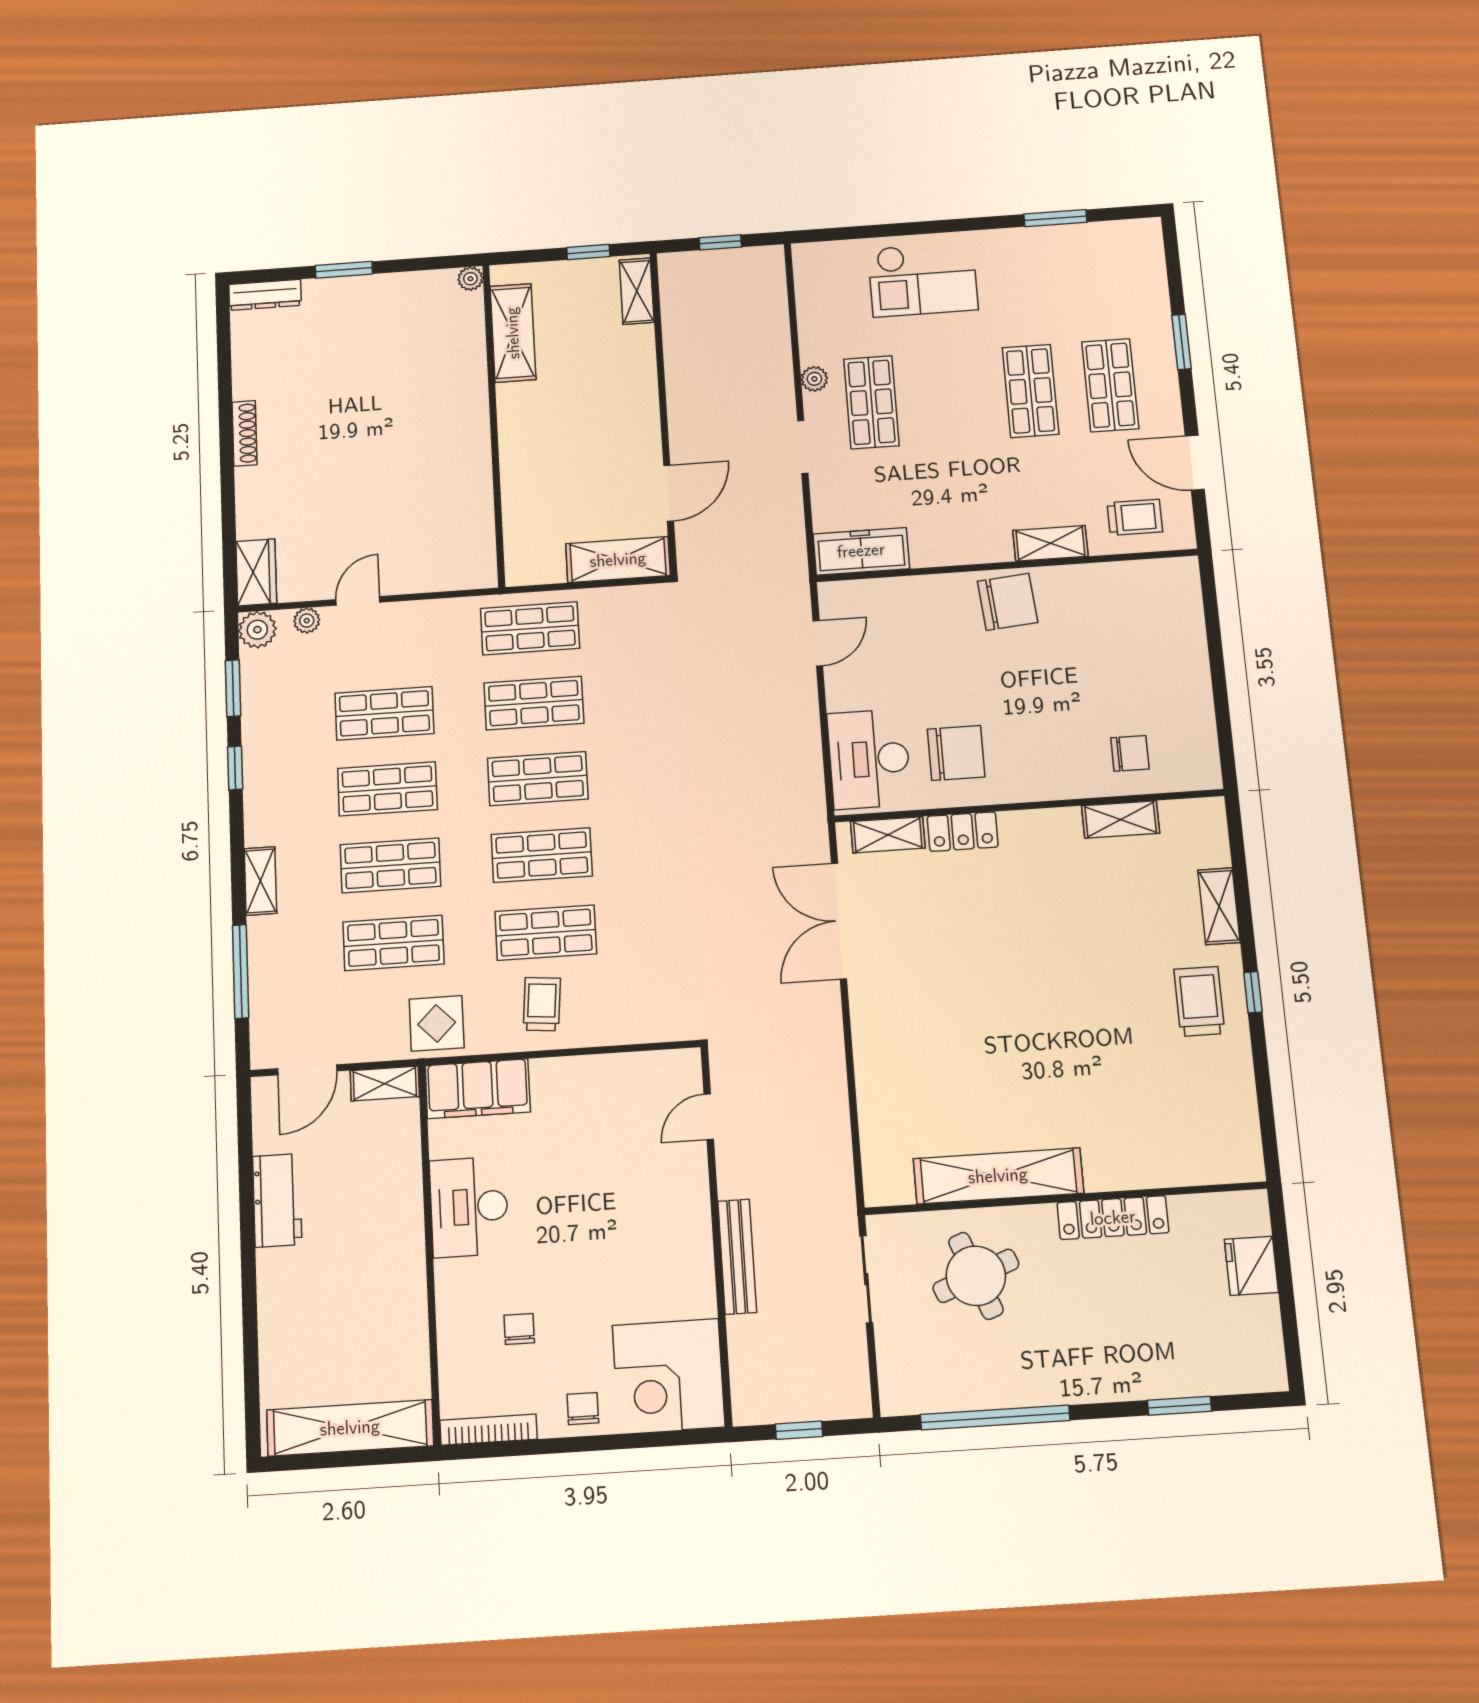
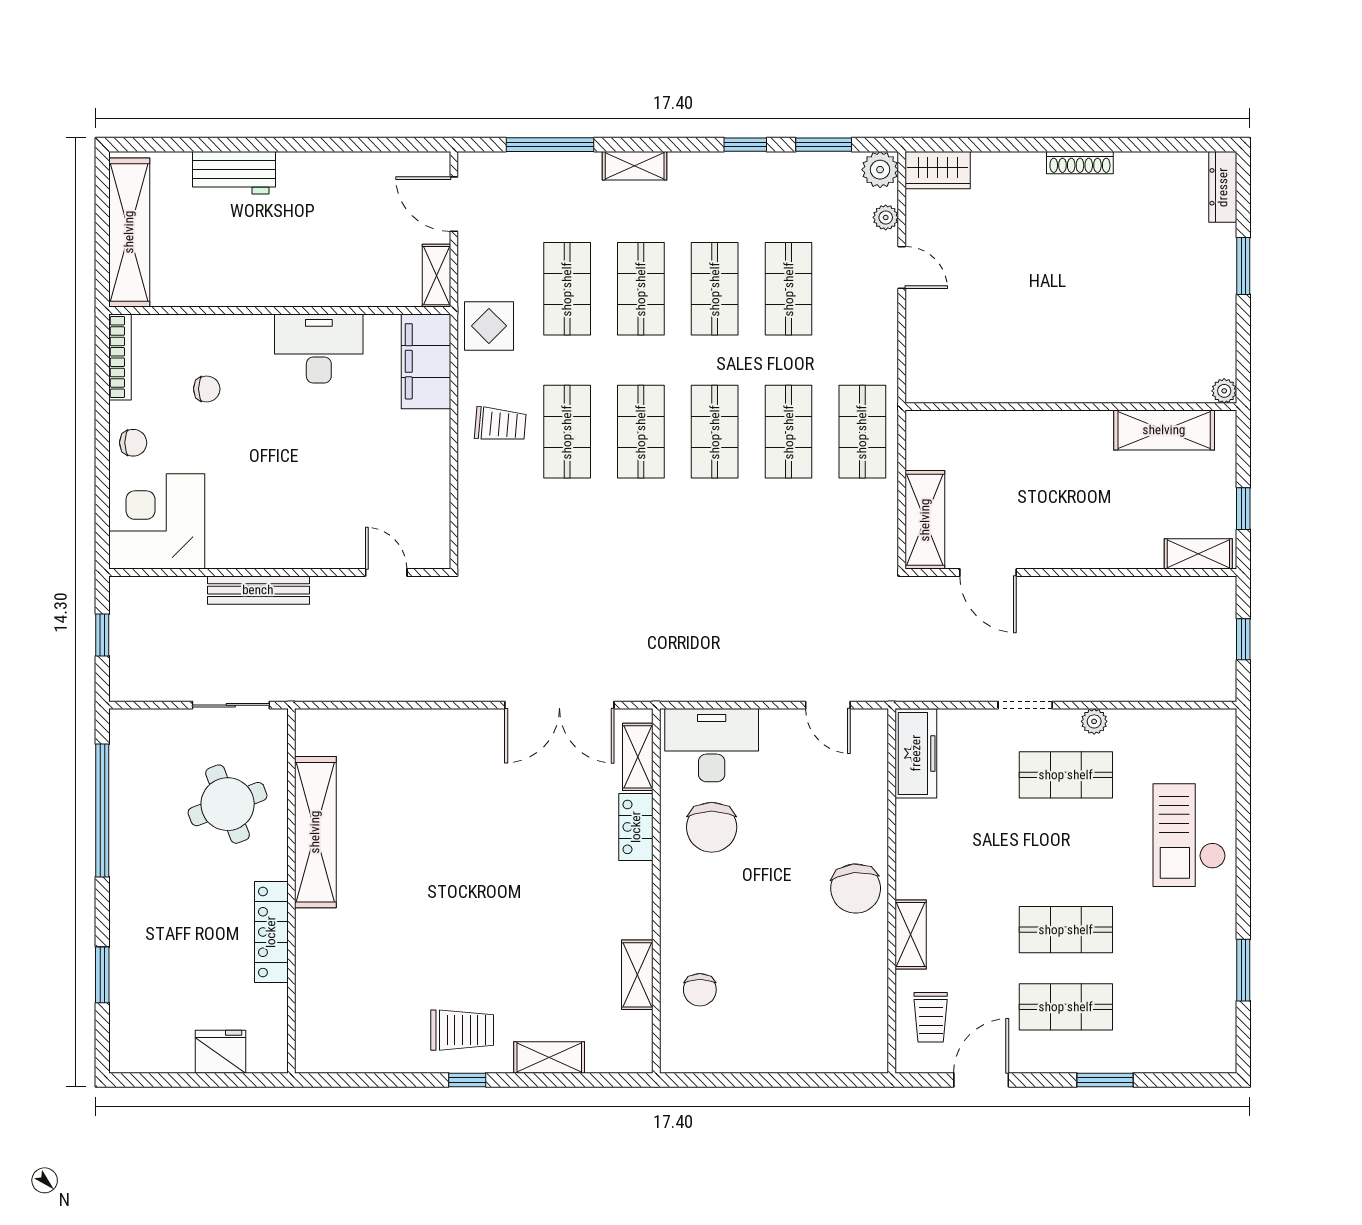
double door: (839, 921) -> (559, 705), swing flipped
workbench: (277, 1200) -> (234, 173), moved

